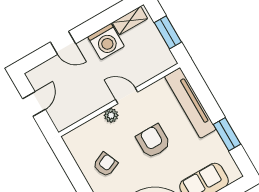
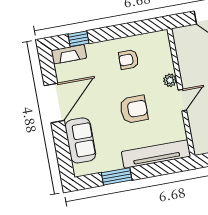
armchair: (105, 164) -> (129, 60), turned 113

